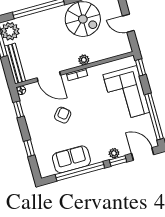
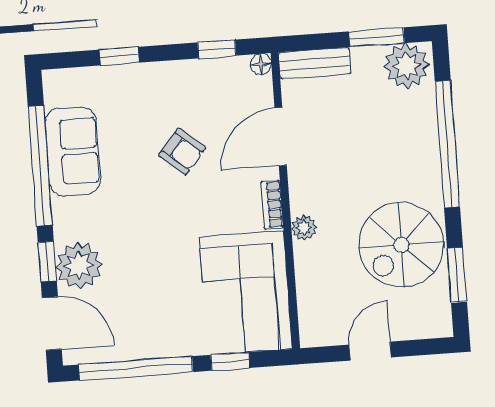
bench: (15, 64) -> (314, 63), width x0.73
window: (141, 67) -> (230, 361), moved
corner sofa: (126, 94) -> (246, 293), moved, turned -90
plant: (114, 153) -> (79, 266), width x1.87, depth x1.87
door: (143, 154) -> (52, 323), hinge flipped

